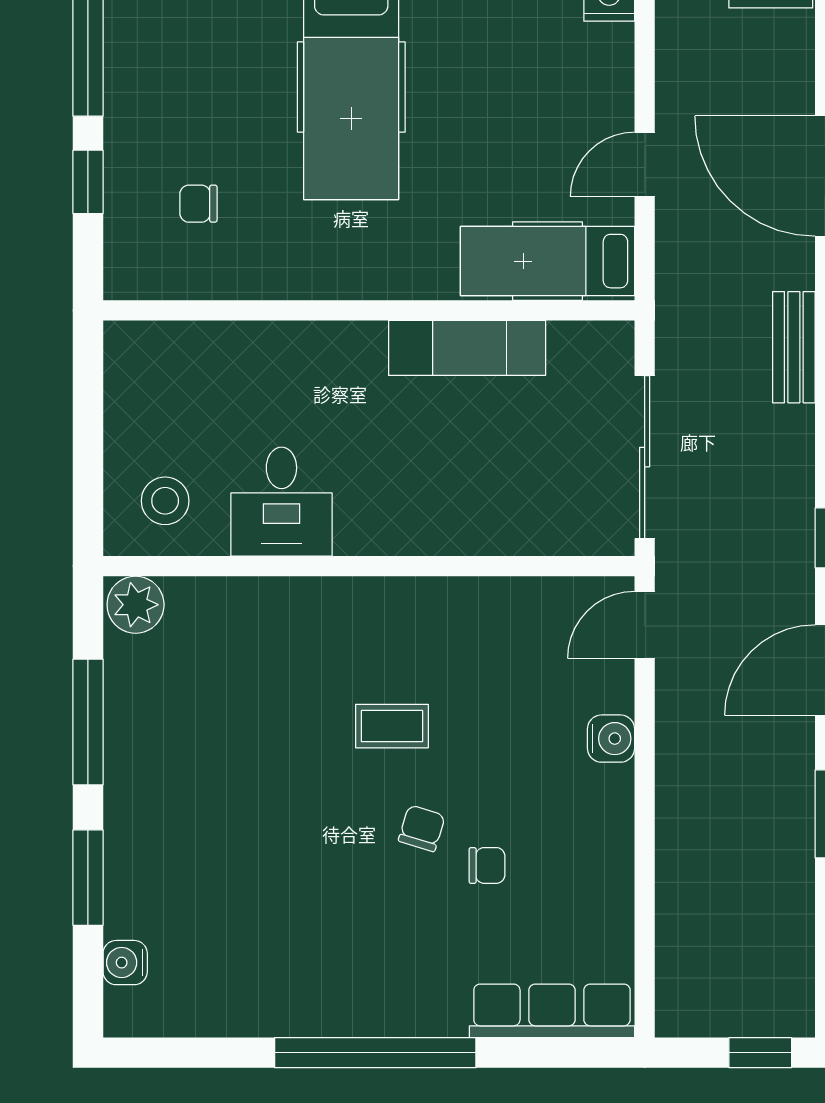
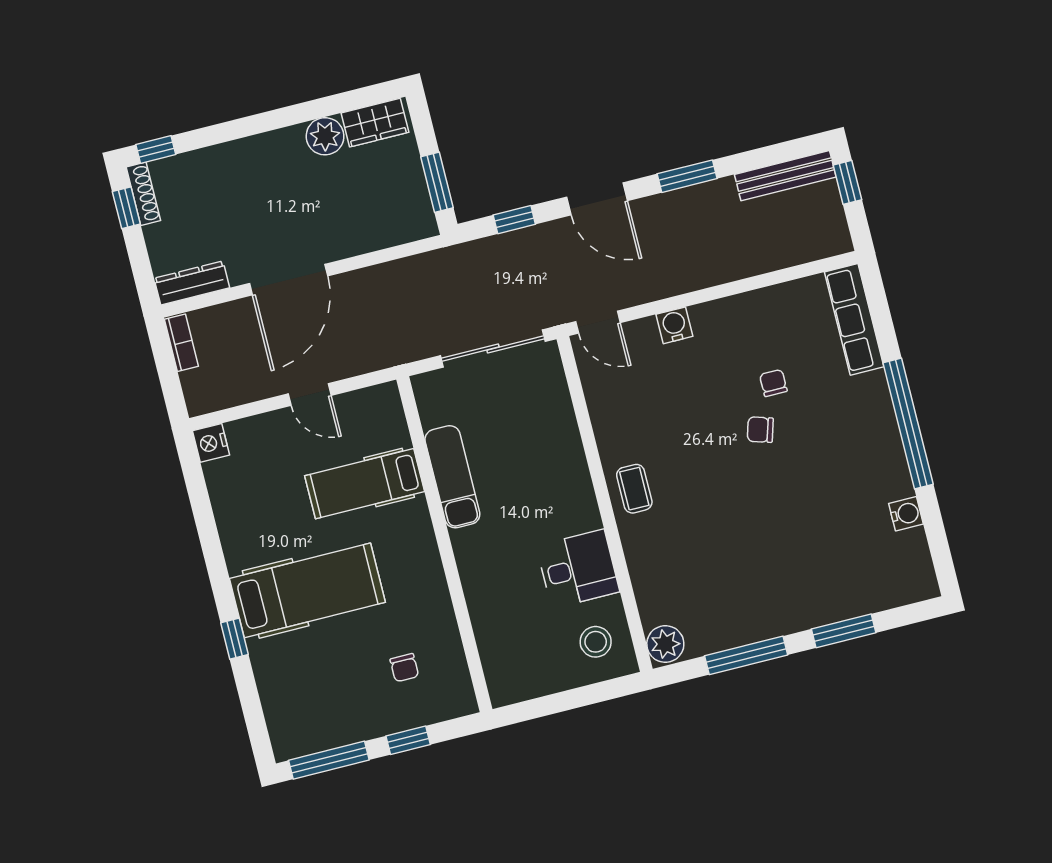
hospital bed: (548, 261) -> (365, 484), moved, turned 90
bench: (794, 347) -> (785, 176), moved, width x1.36
coffee table: (392, 726) -> (634, 489), moved
water cooler: (125, 963) -> (906, 514), moved, turned -90

